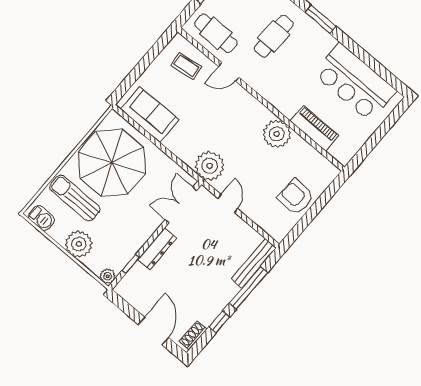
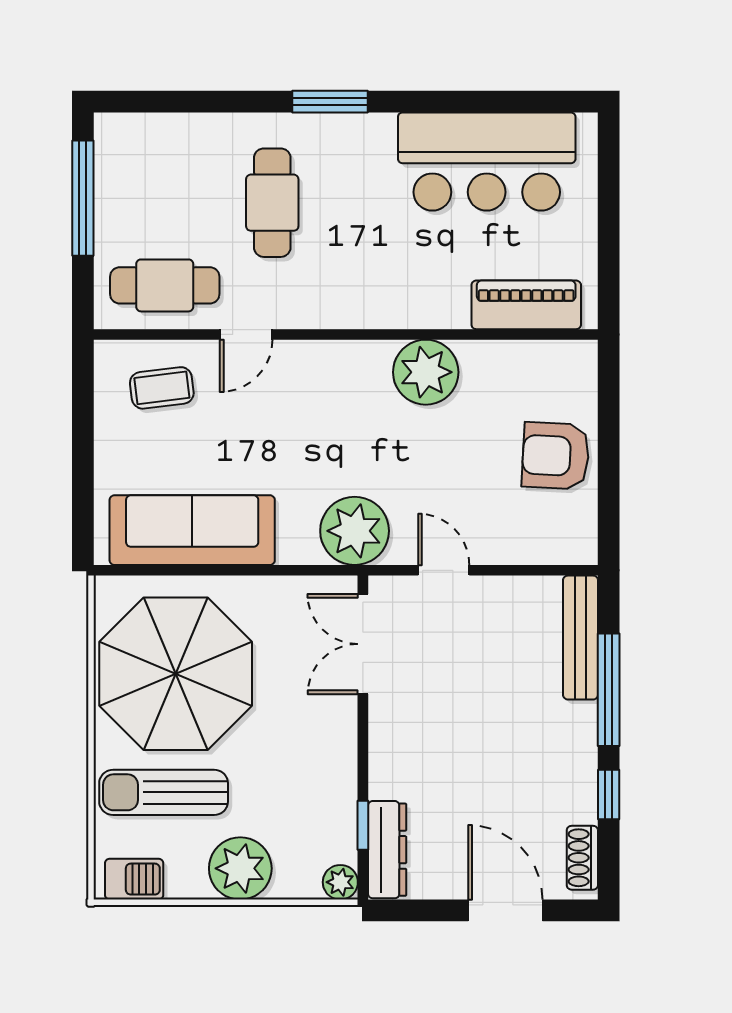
sofa: (150, 115) -> (192, 530), width x1.36
piano: (314, 128) -> (526, 305), moved
dresser: (157, 249) -> (387, 850), moved

